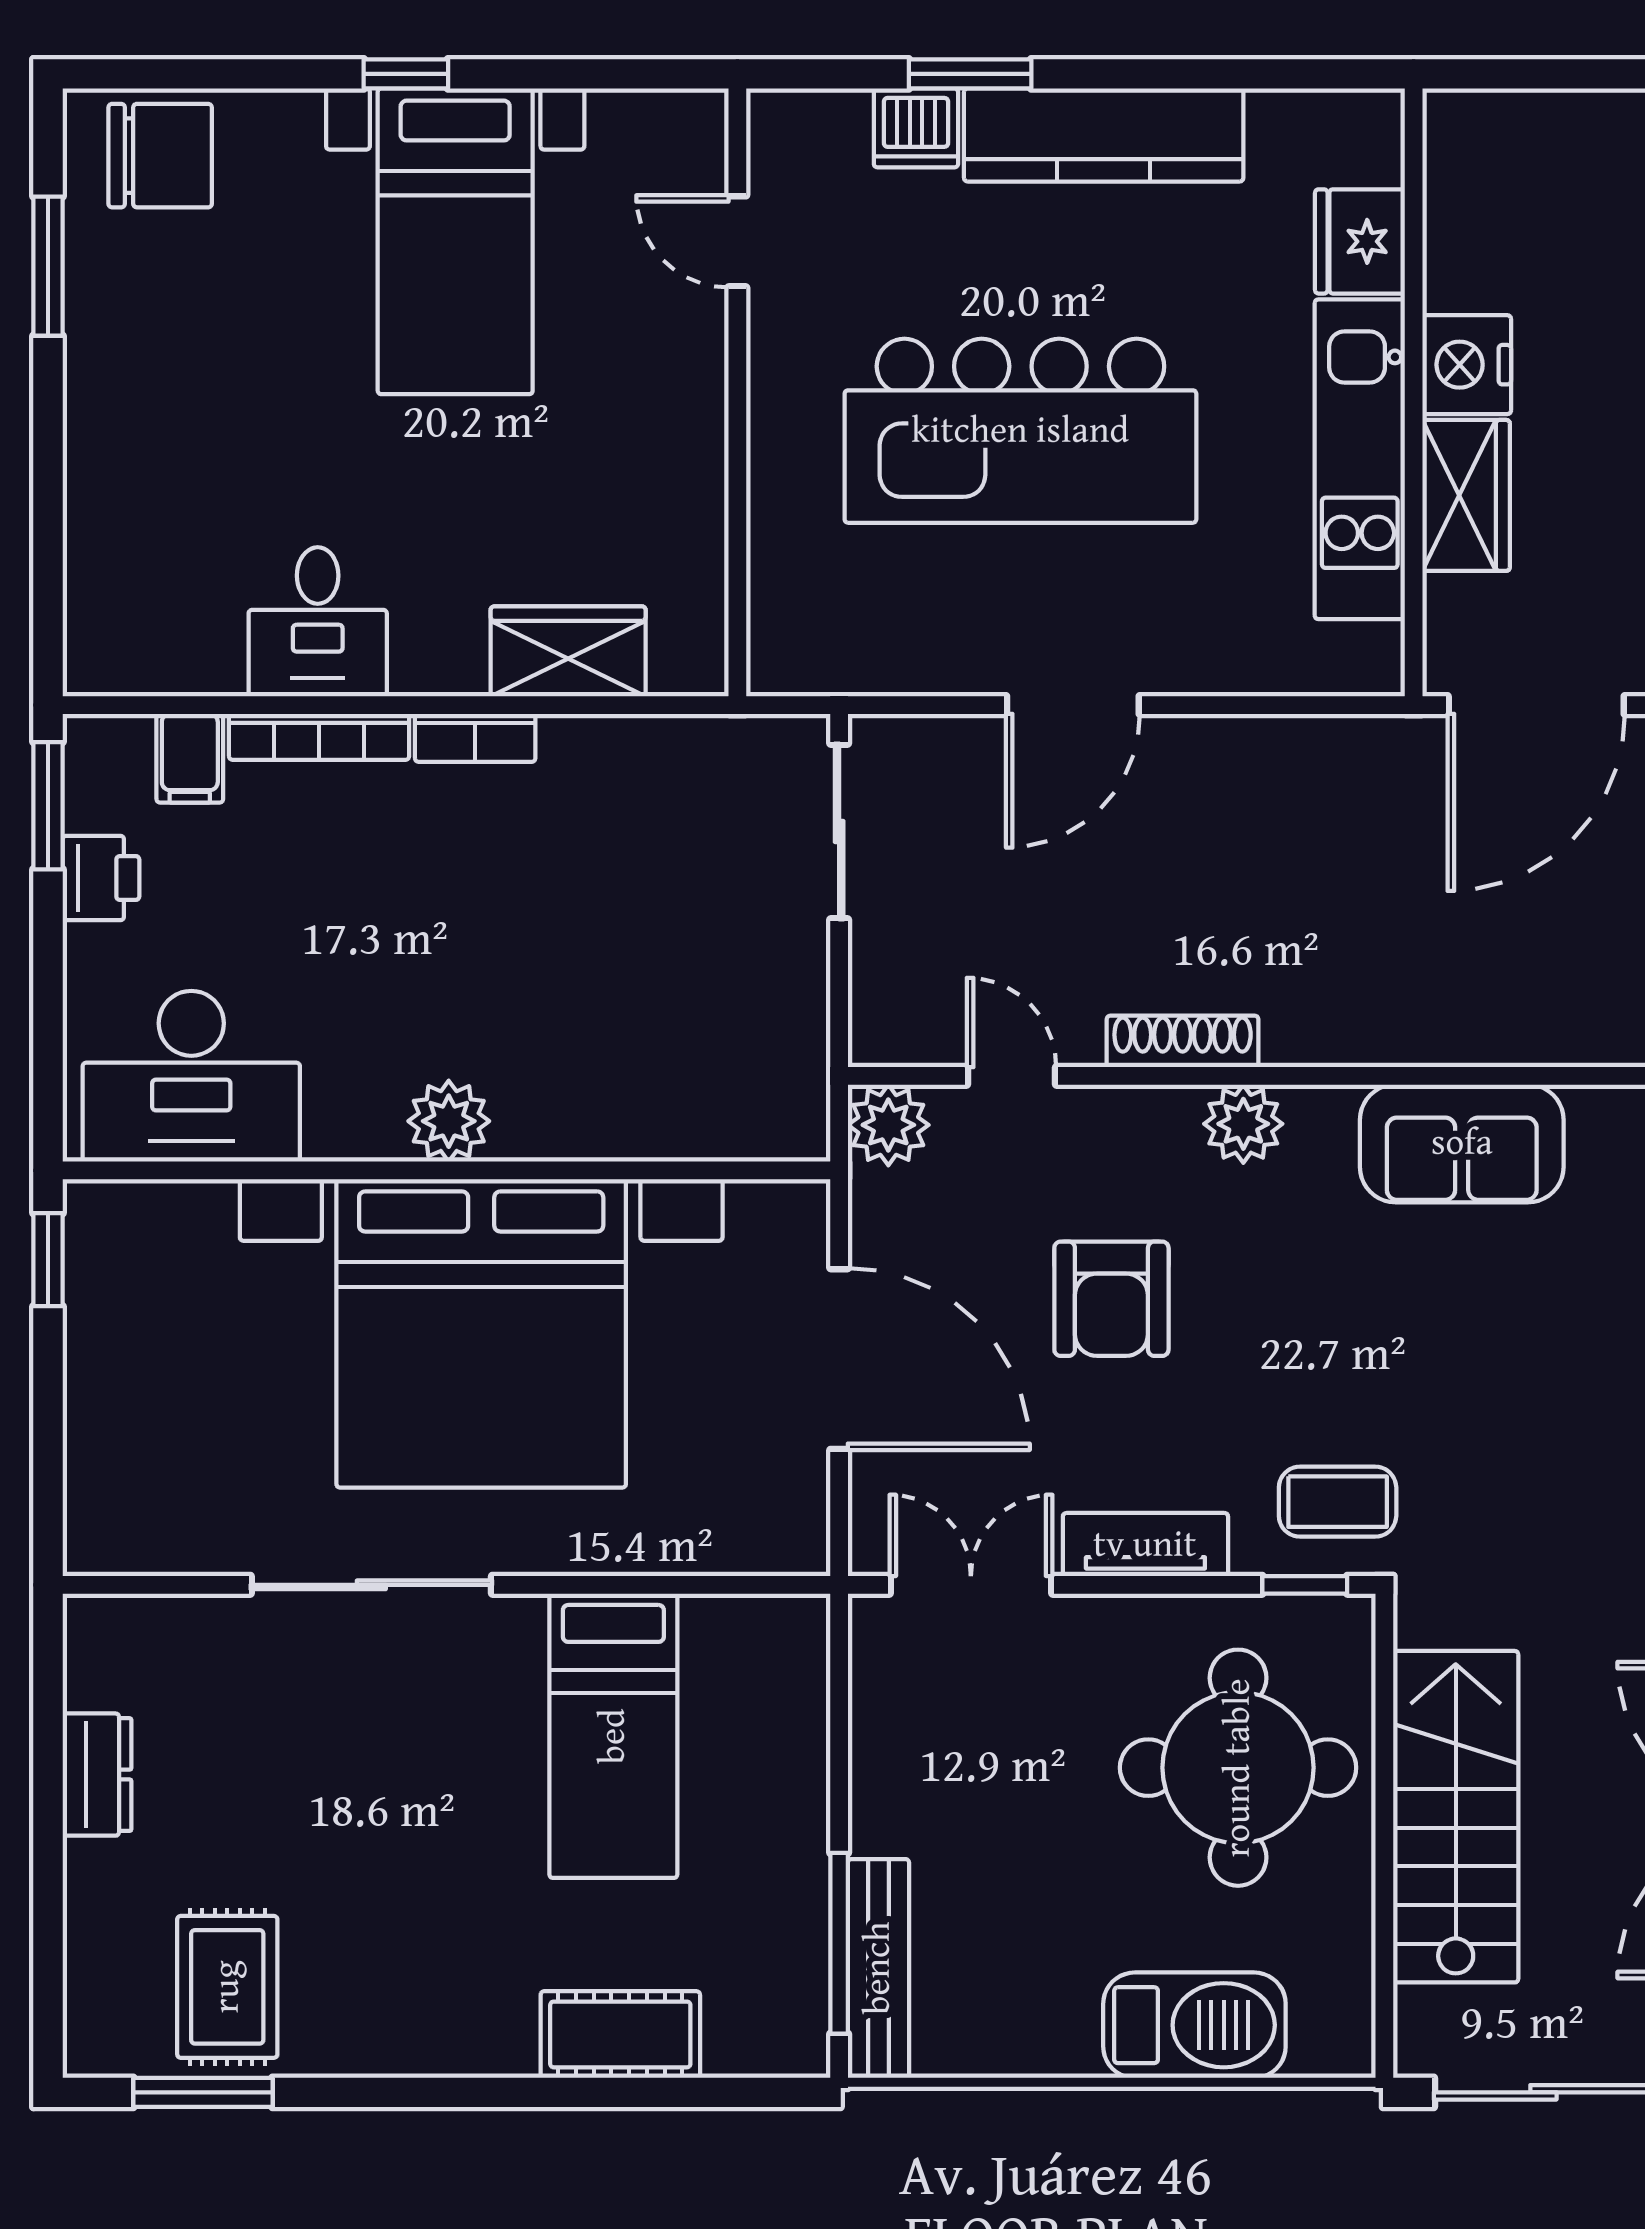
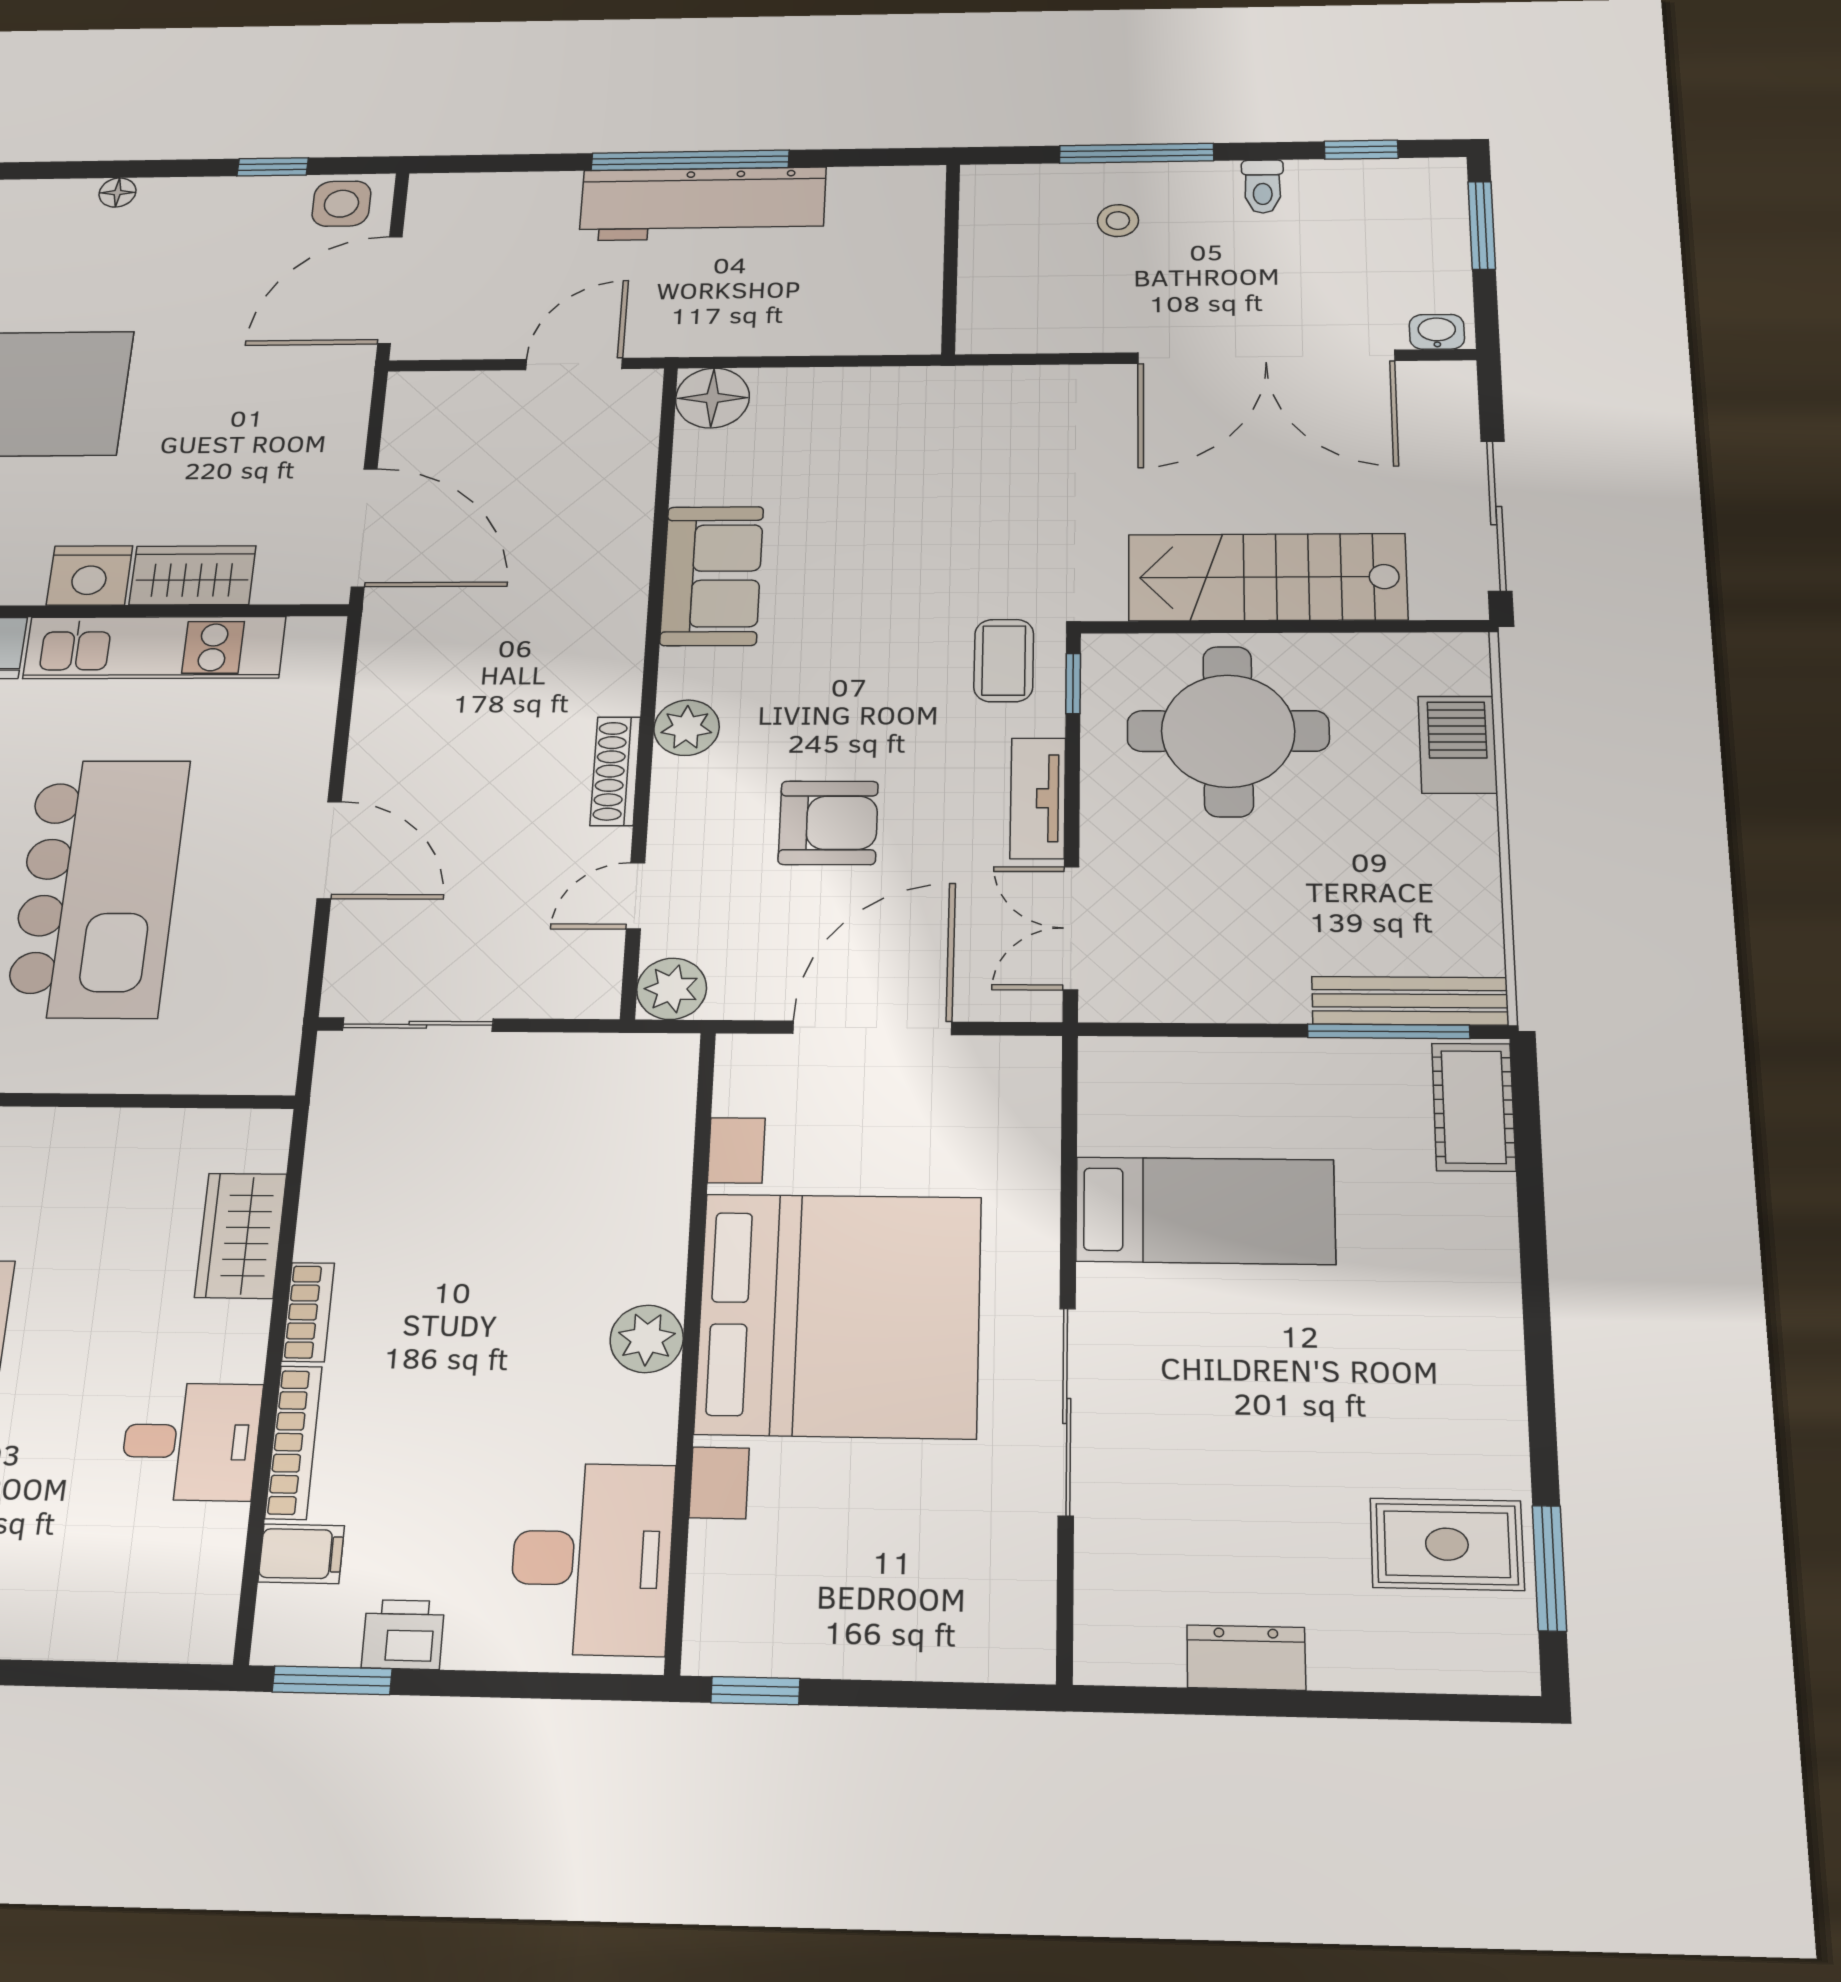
barbecue: (1194, 2025) -> (1458, 745), width x0.73, depth x0.83
cot: (620, 2034) -> (1474, 1107), moved

